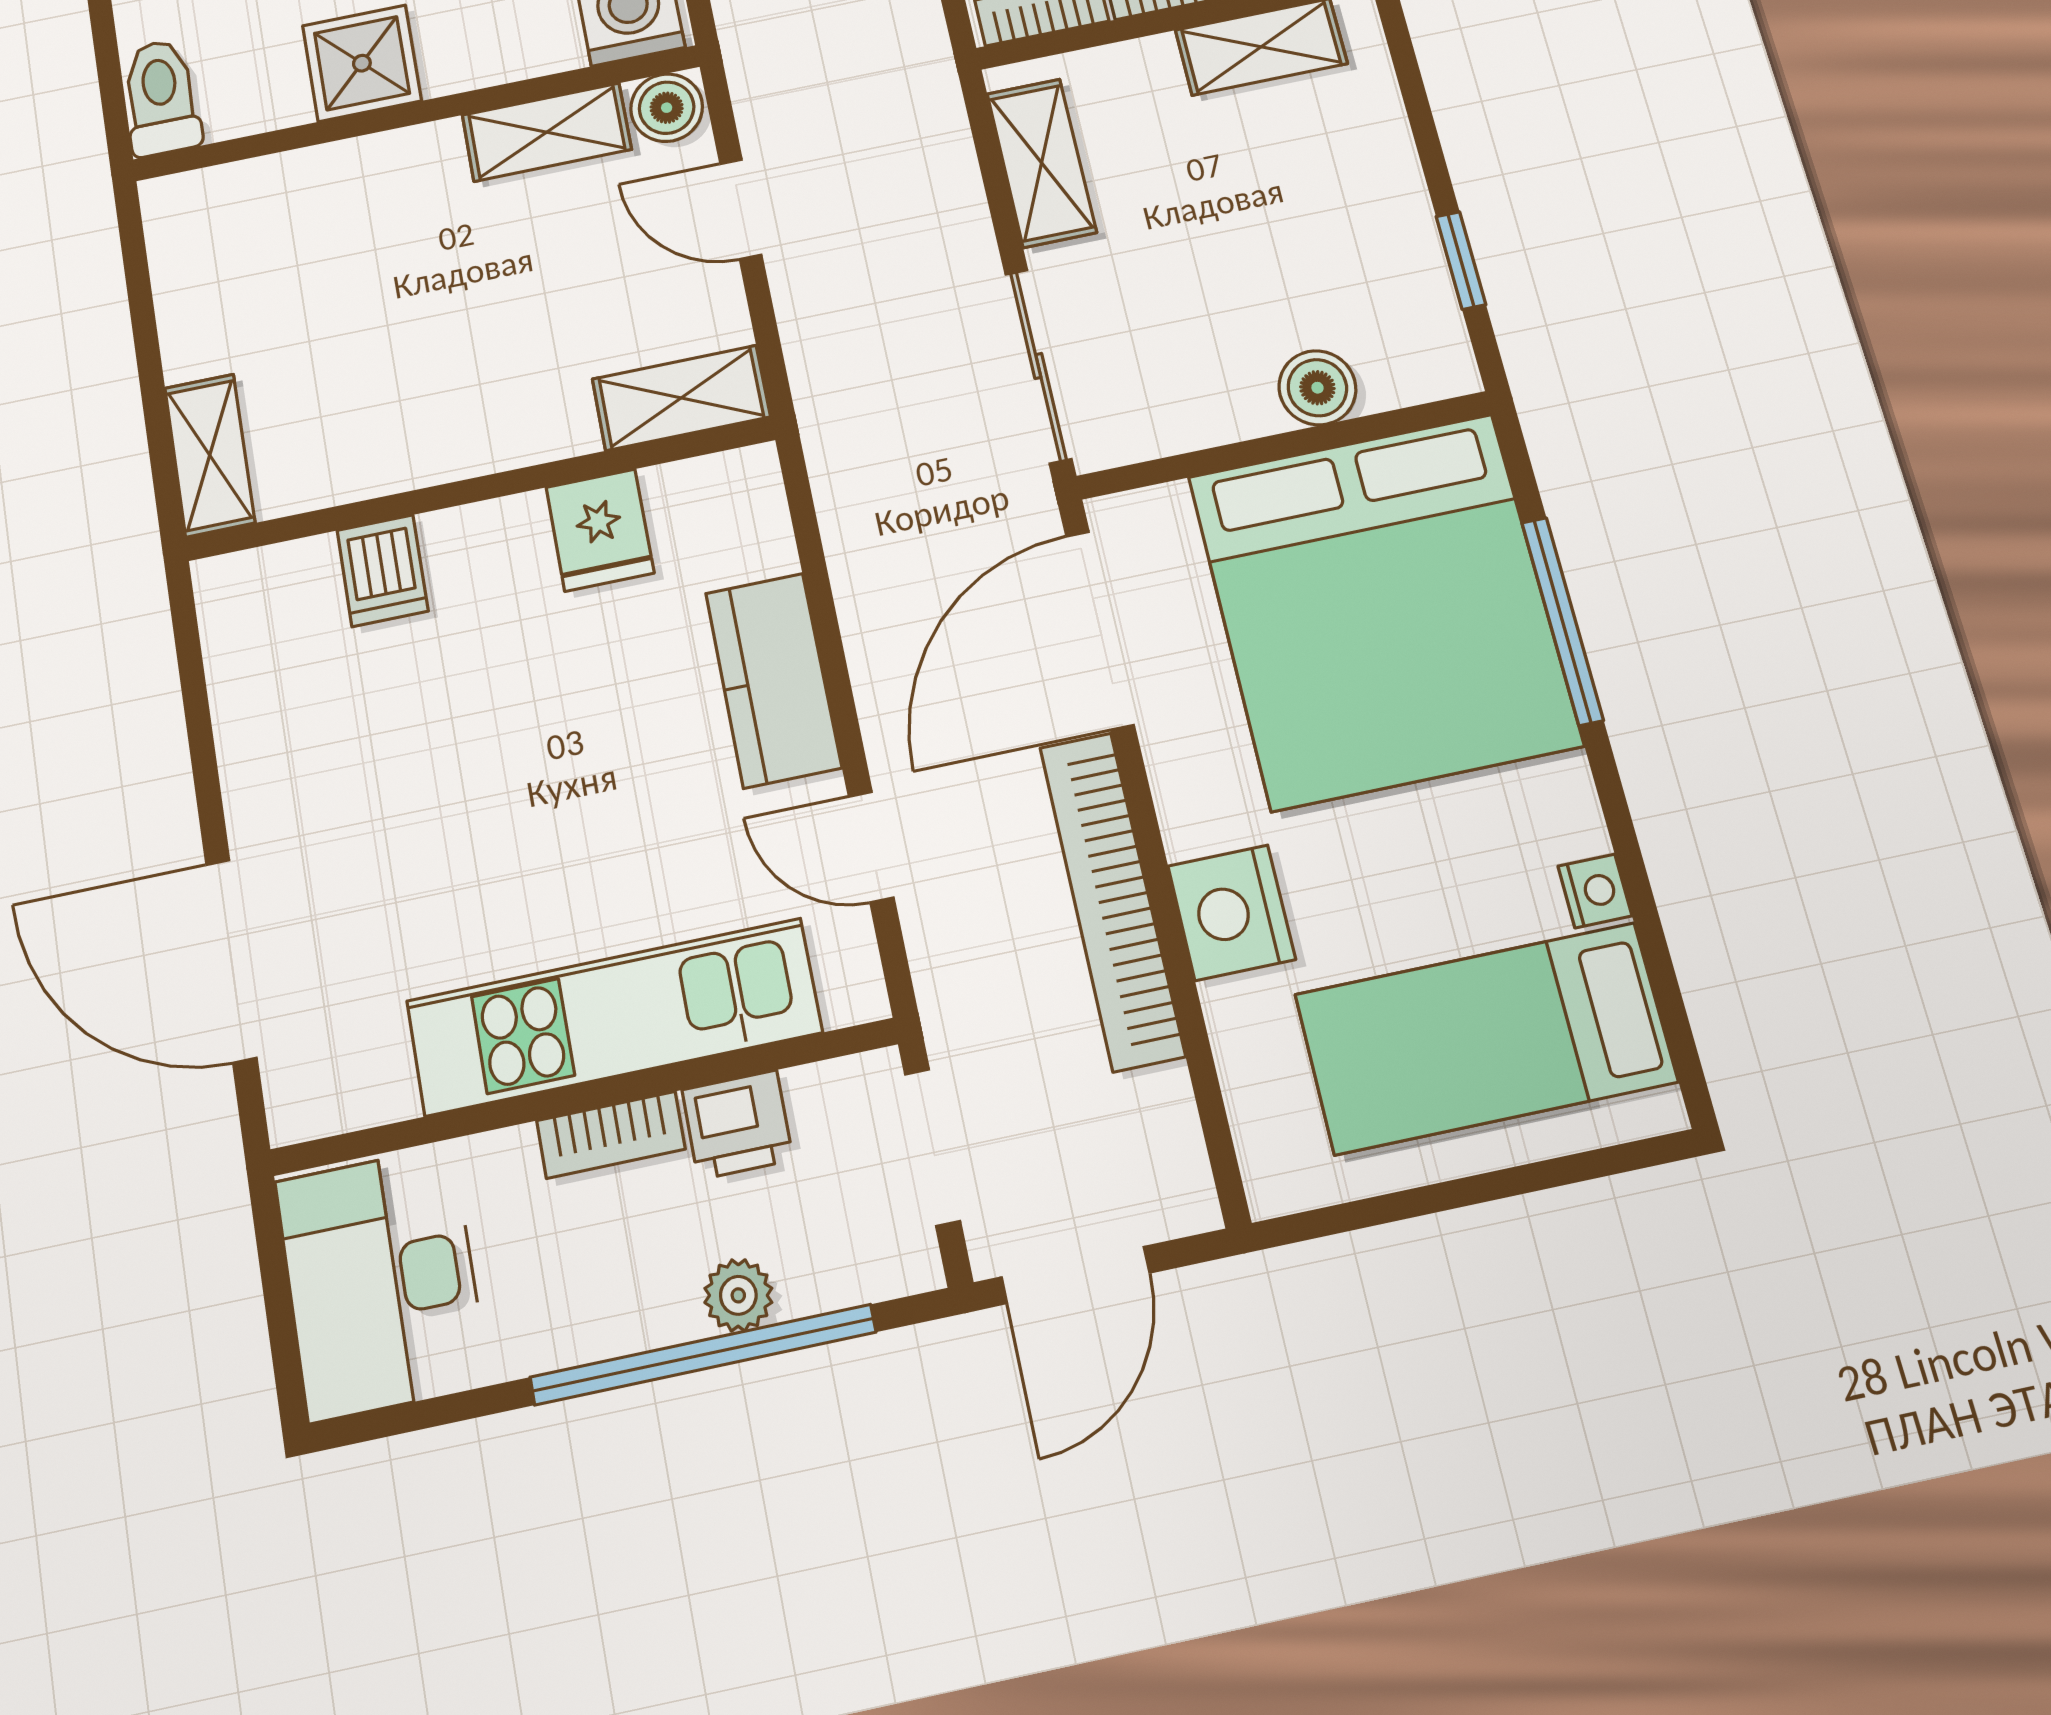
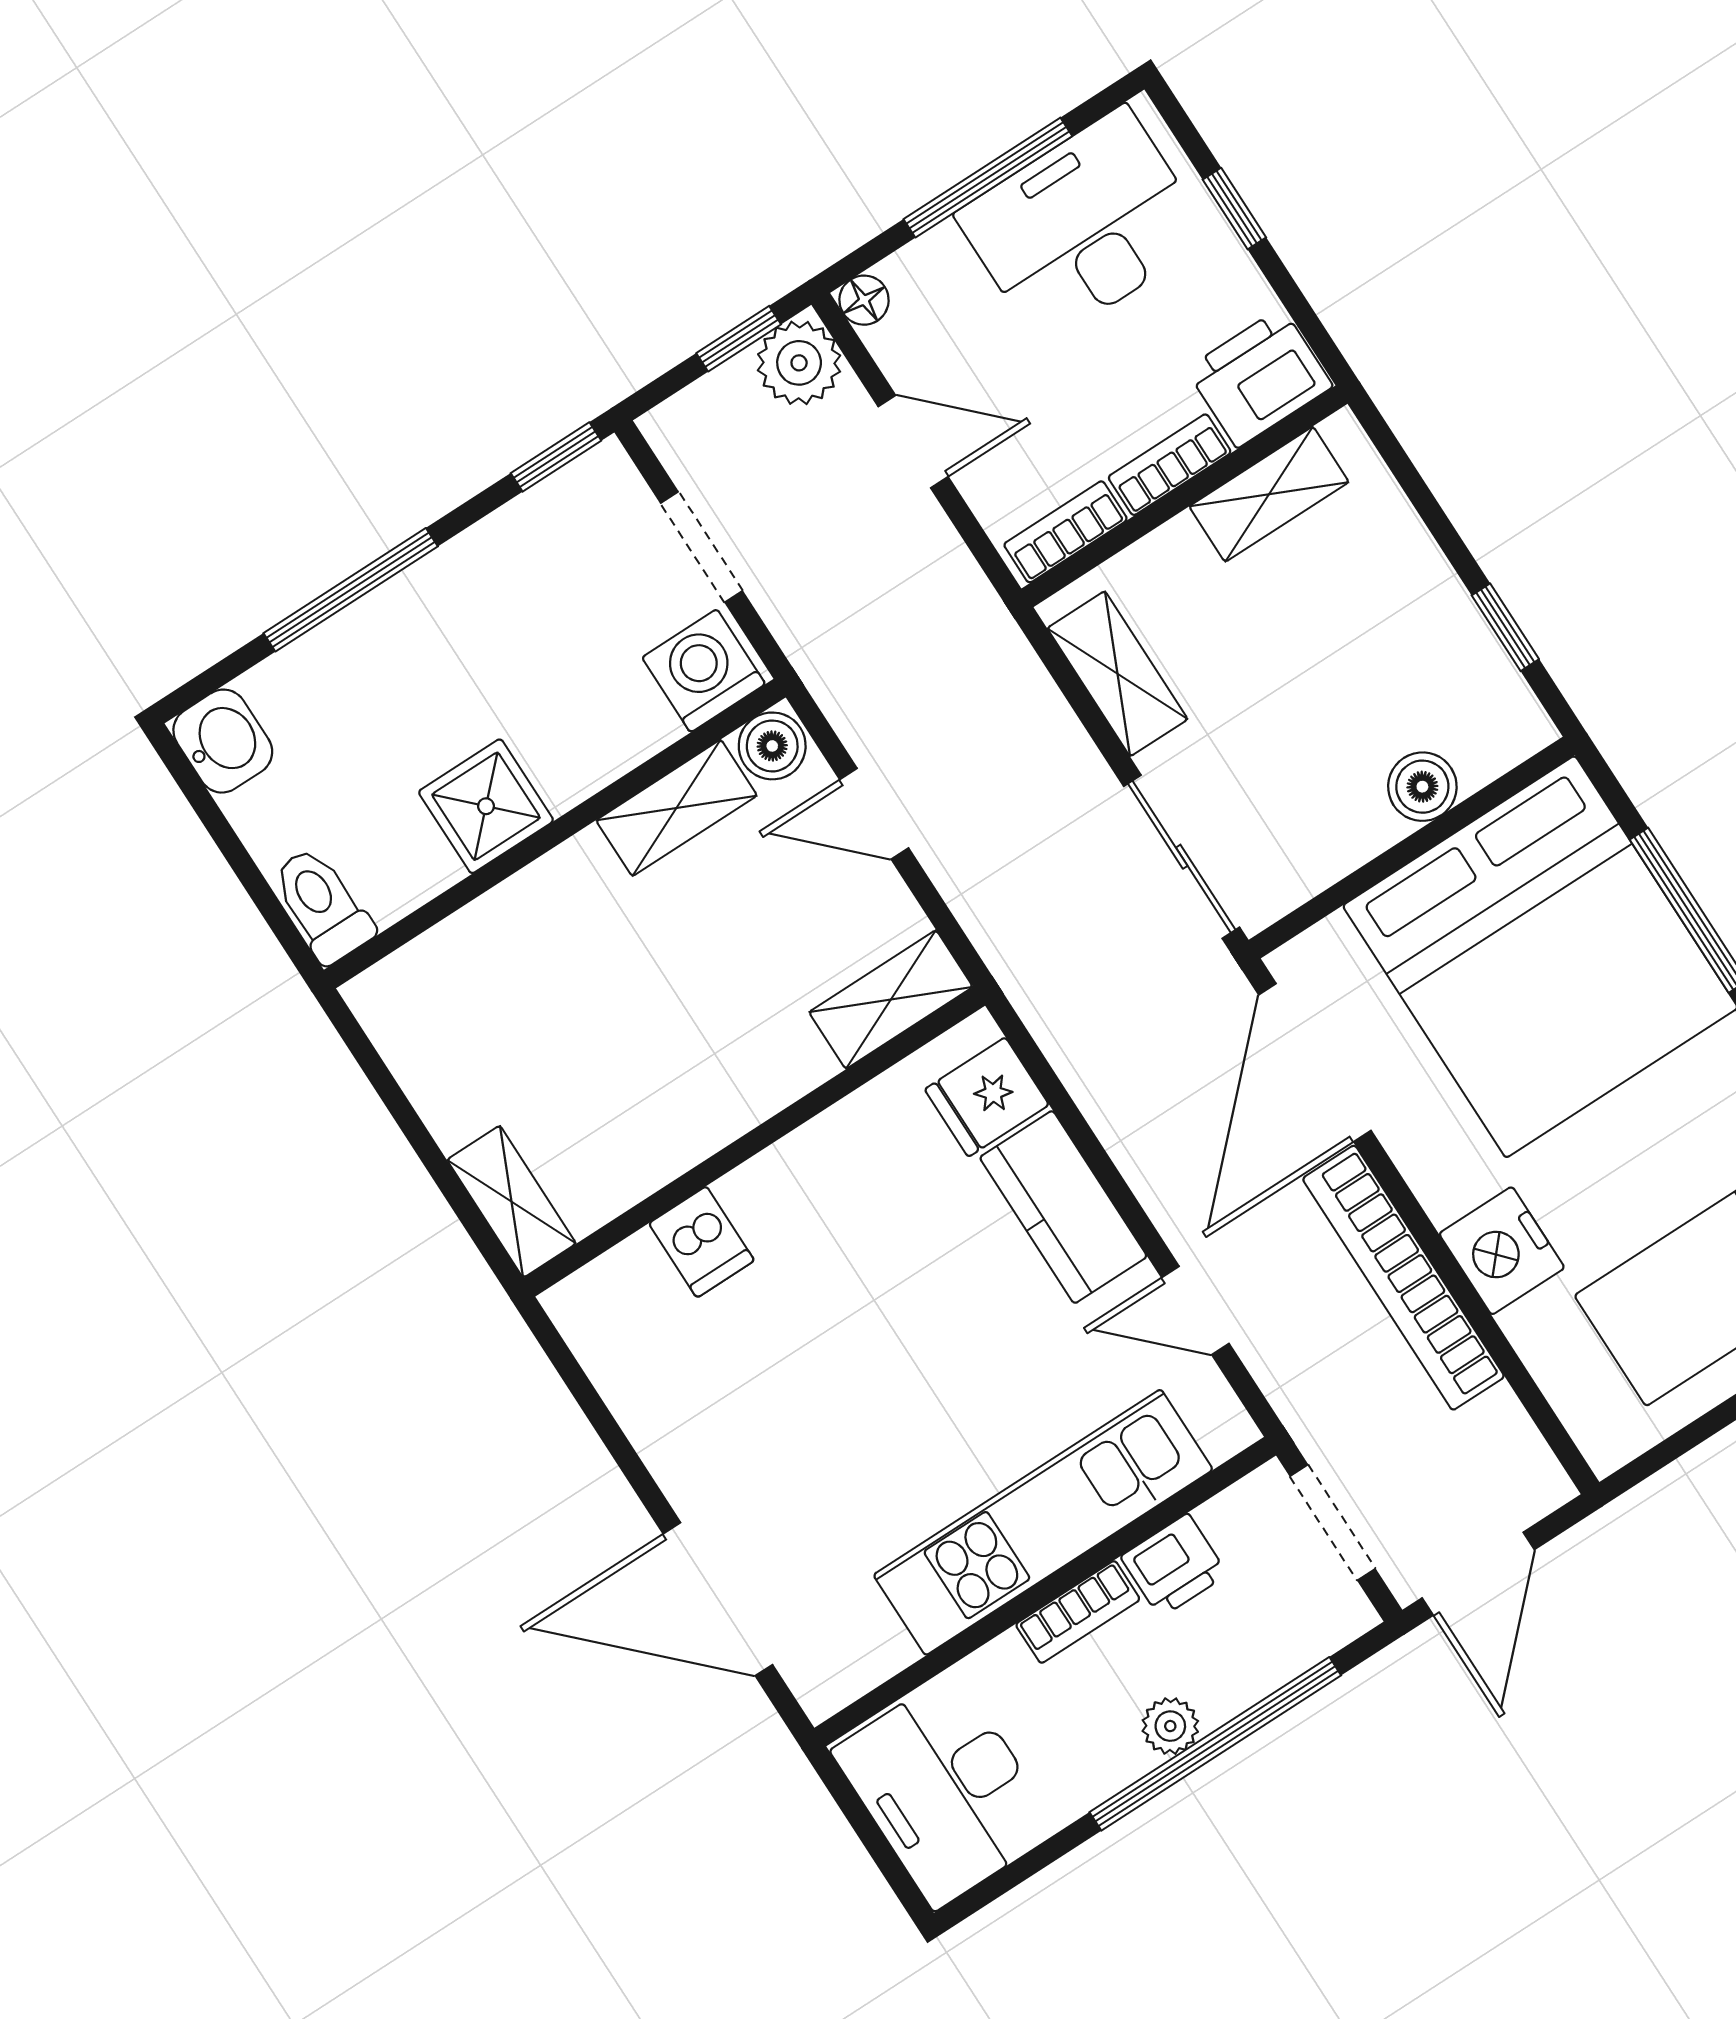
fridge: (600, 530) -> (987, 1097), moved, turned 90
plant: (738, 1295) -> (1170, 1726), moved

